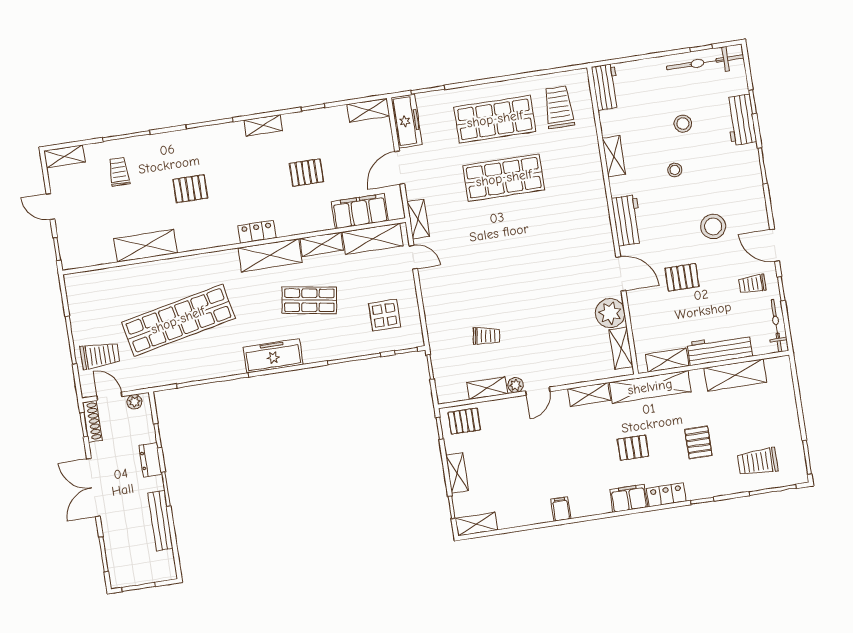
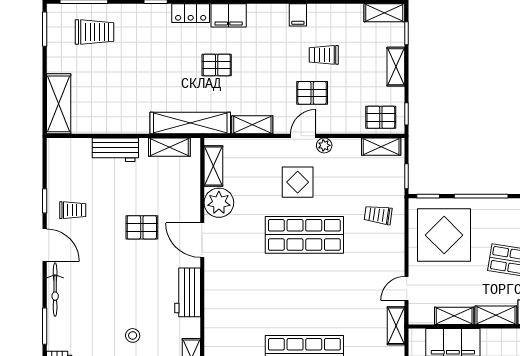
stool: (713, 226) -> (103, 273), removed
shelving: (373, 239) -> (454, 316), width x0.67, depth x0.75
door: (413, 257) -> (407, 288), hinge flipped
shop shelf: (522, 294) -> (304, 235), added
display table: (385, 315) -> (444, 235), width x1.86, depth x1.86
bicycle: (776, 326) -> (55, 290), moved
trolley: (486, 336) -> (378, 215), moved
display table: (536, 345) -> (298, 182), added
workbench: (720, 349) -> (115, 150), width x0.73
shelving: (735, 375) -> (59, 104), moved, turned 90
shelving: (487, 388) -> (381, 147), moved
pallet: (698, 442) -> (312, 93), moved, turned 90
trolley: (530, 474) -> (324, 55), added

